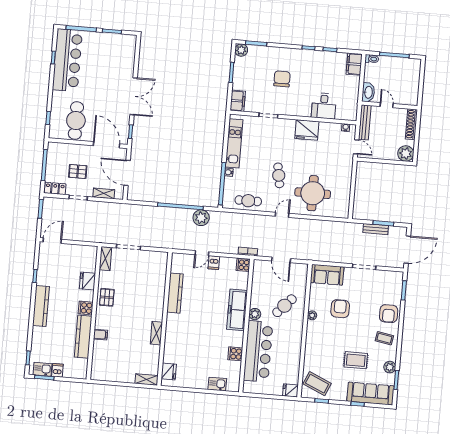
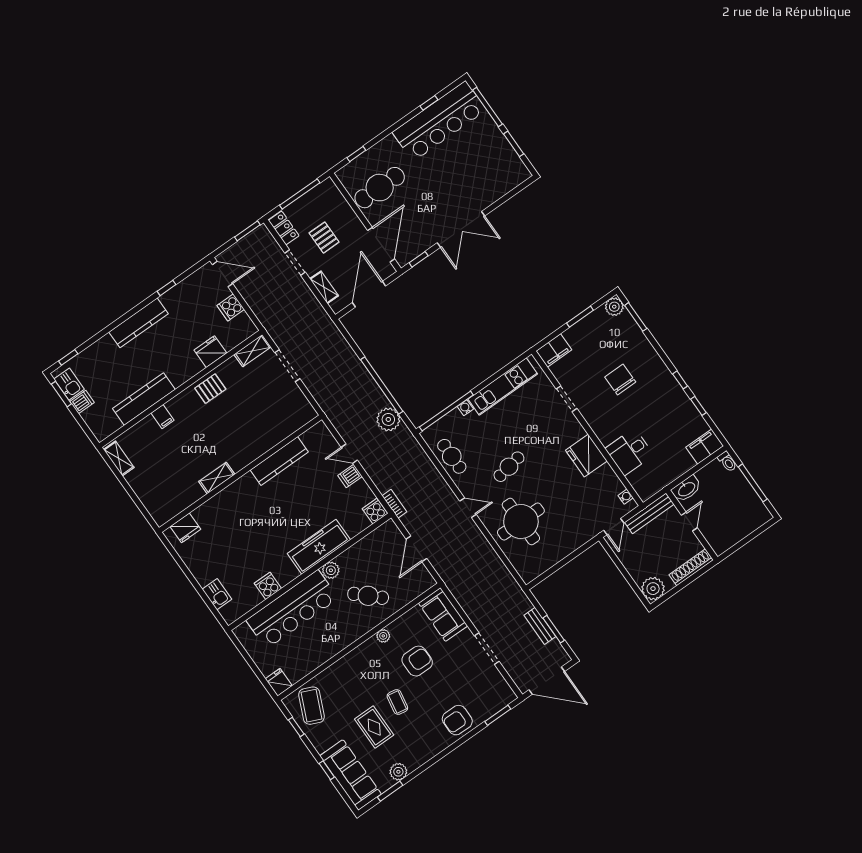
chair: (282, 79) -> (620, 379), turned -90
cooker: (86, 308) -> (231, 307), moved, turned -90
coffee table: (384, 338) -> (397, 702), moved
shelving: (147, 379) -> (119, 458), moved

